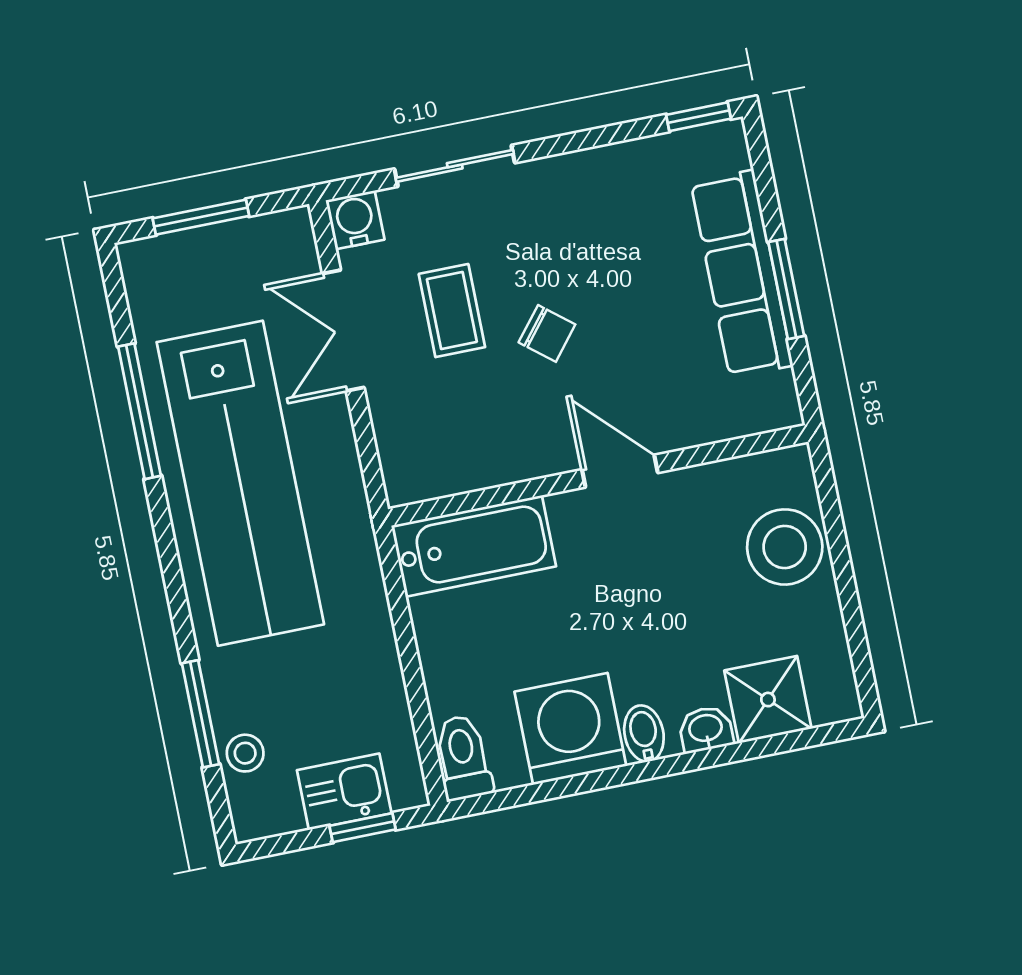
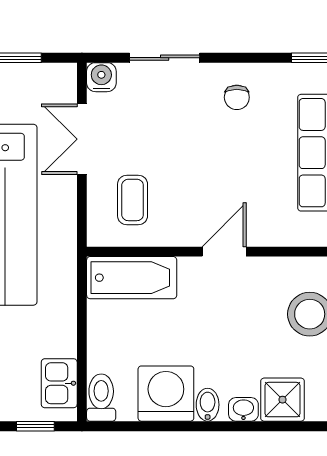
coffee table: (452, 311) -> (133, 200), moved
chair: (547, 333) -> (237, 97), moved, turned 51
door: (620, 471) -> (224, 252), hinge flipped
kitchen sink: (344, 792) -> (59, 383), moved, turned -90

